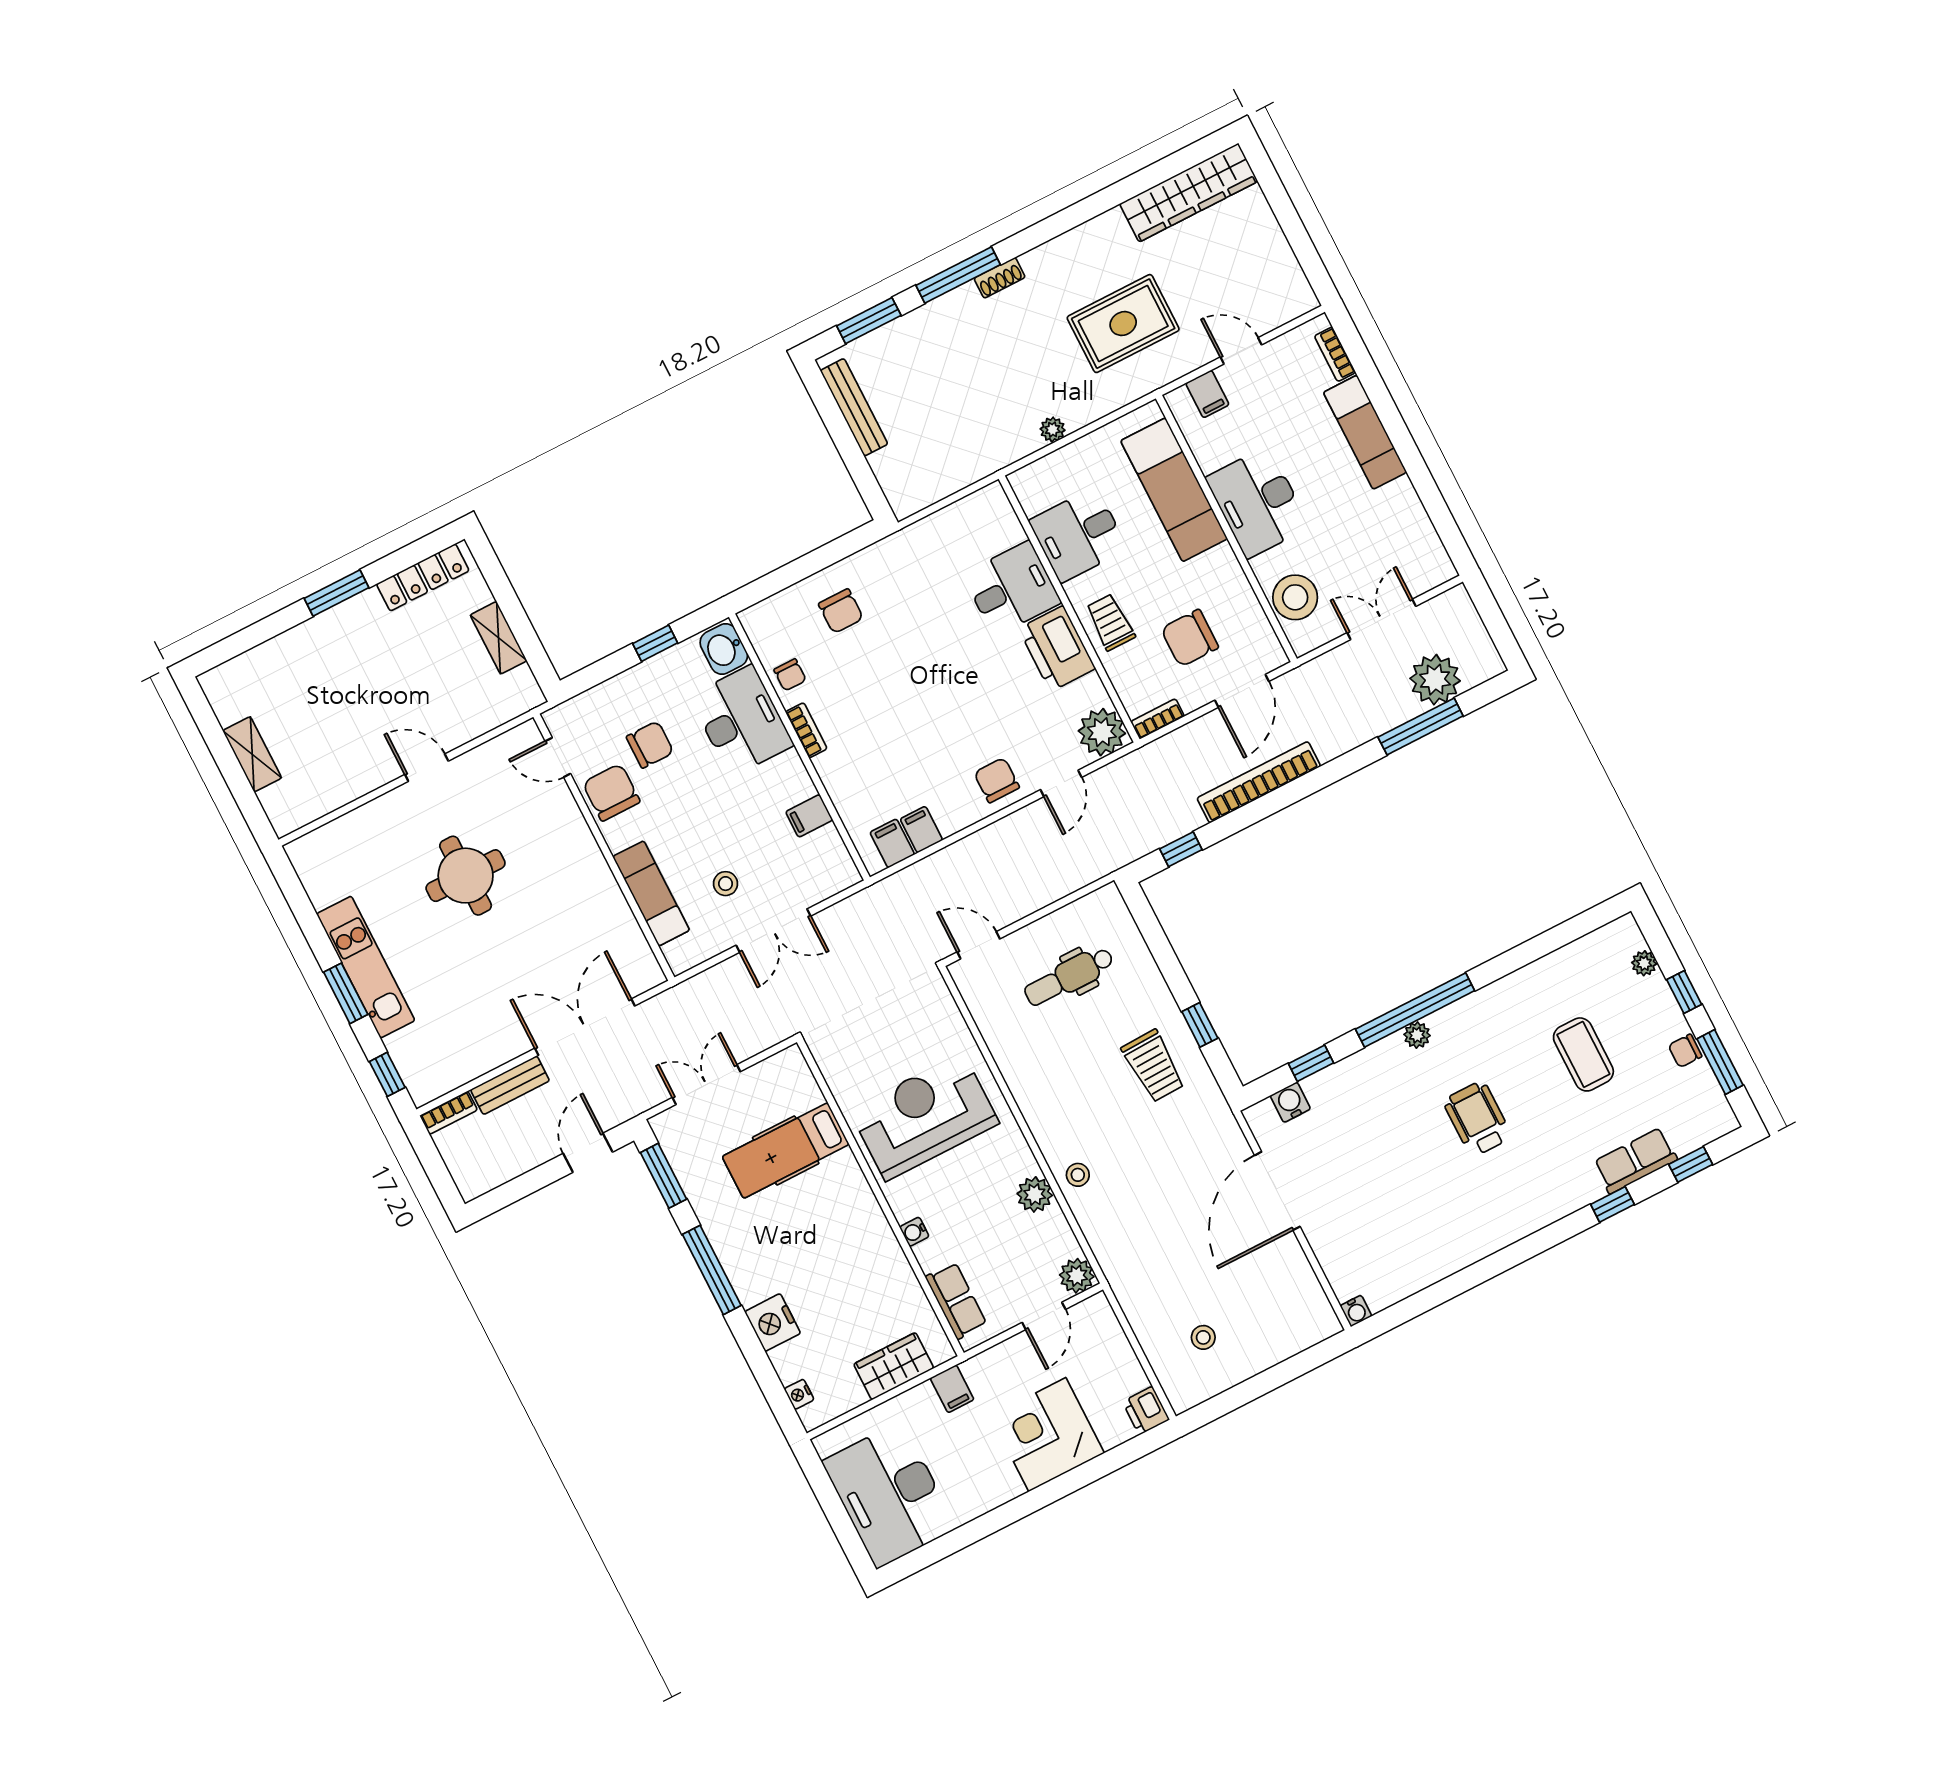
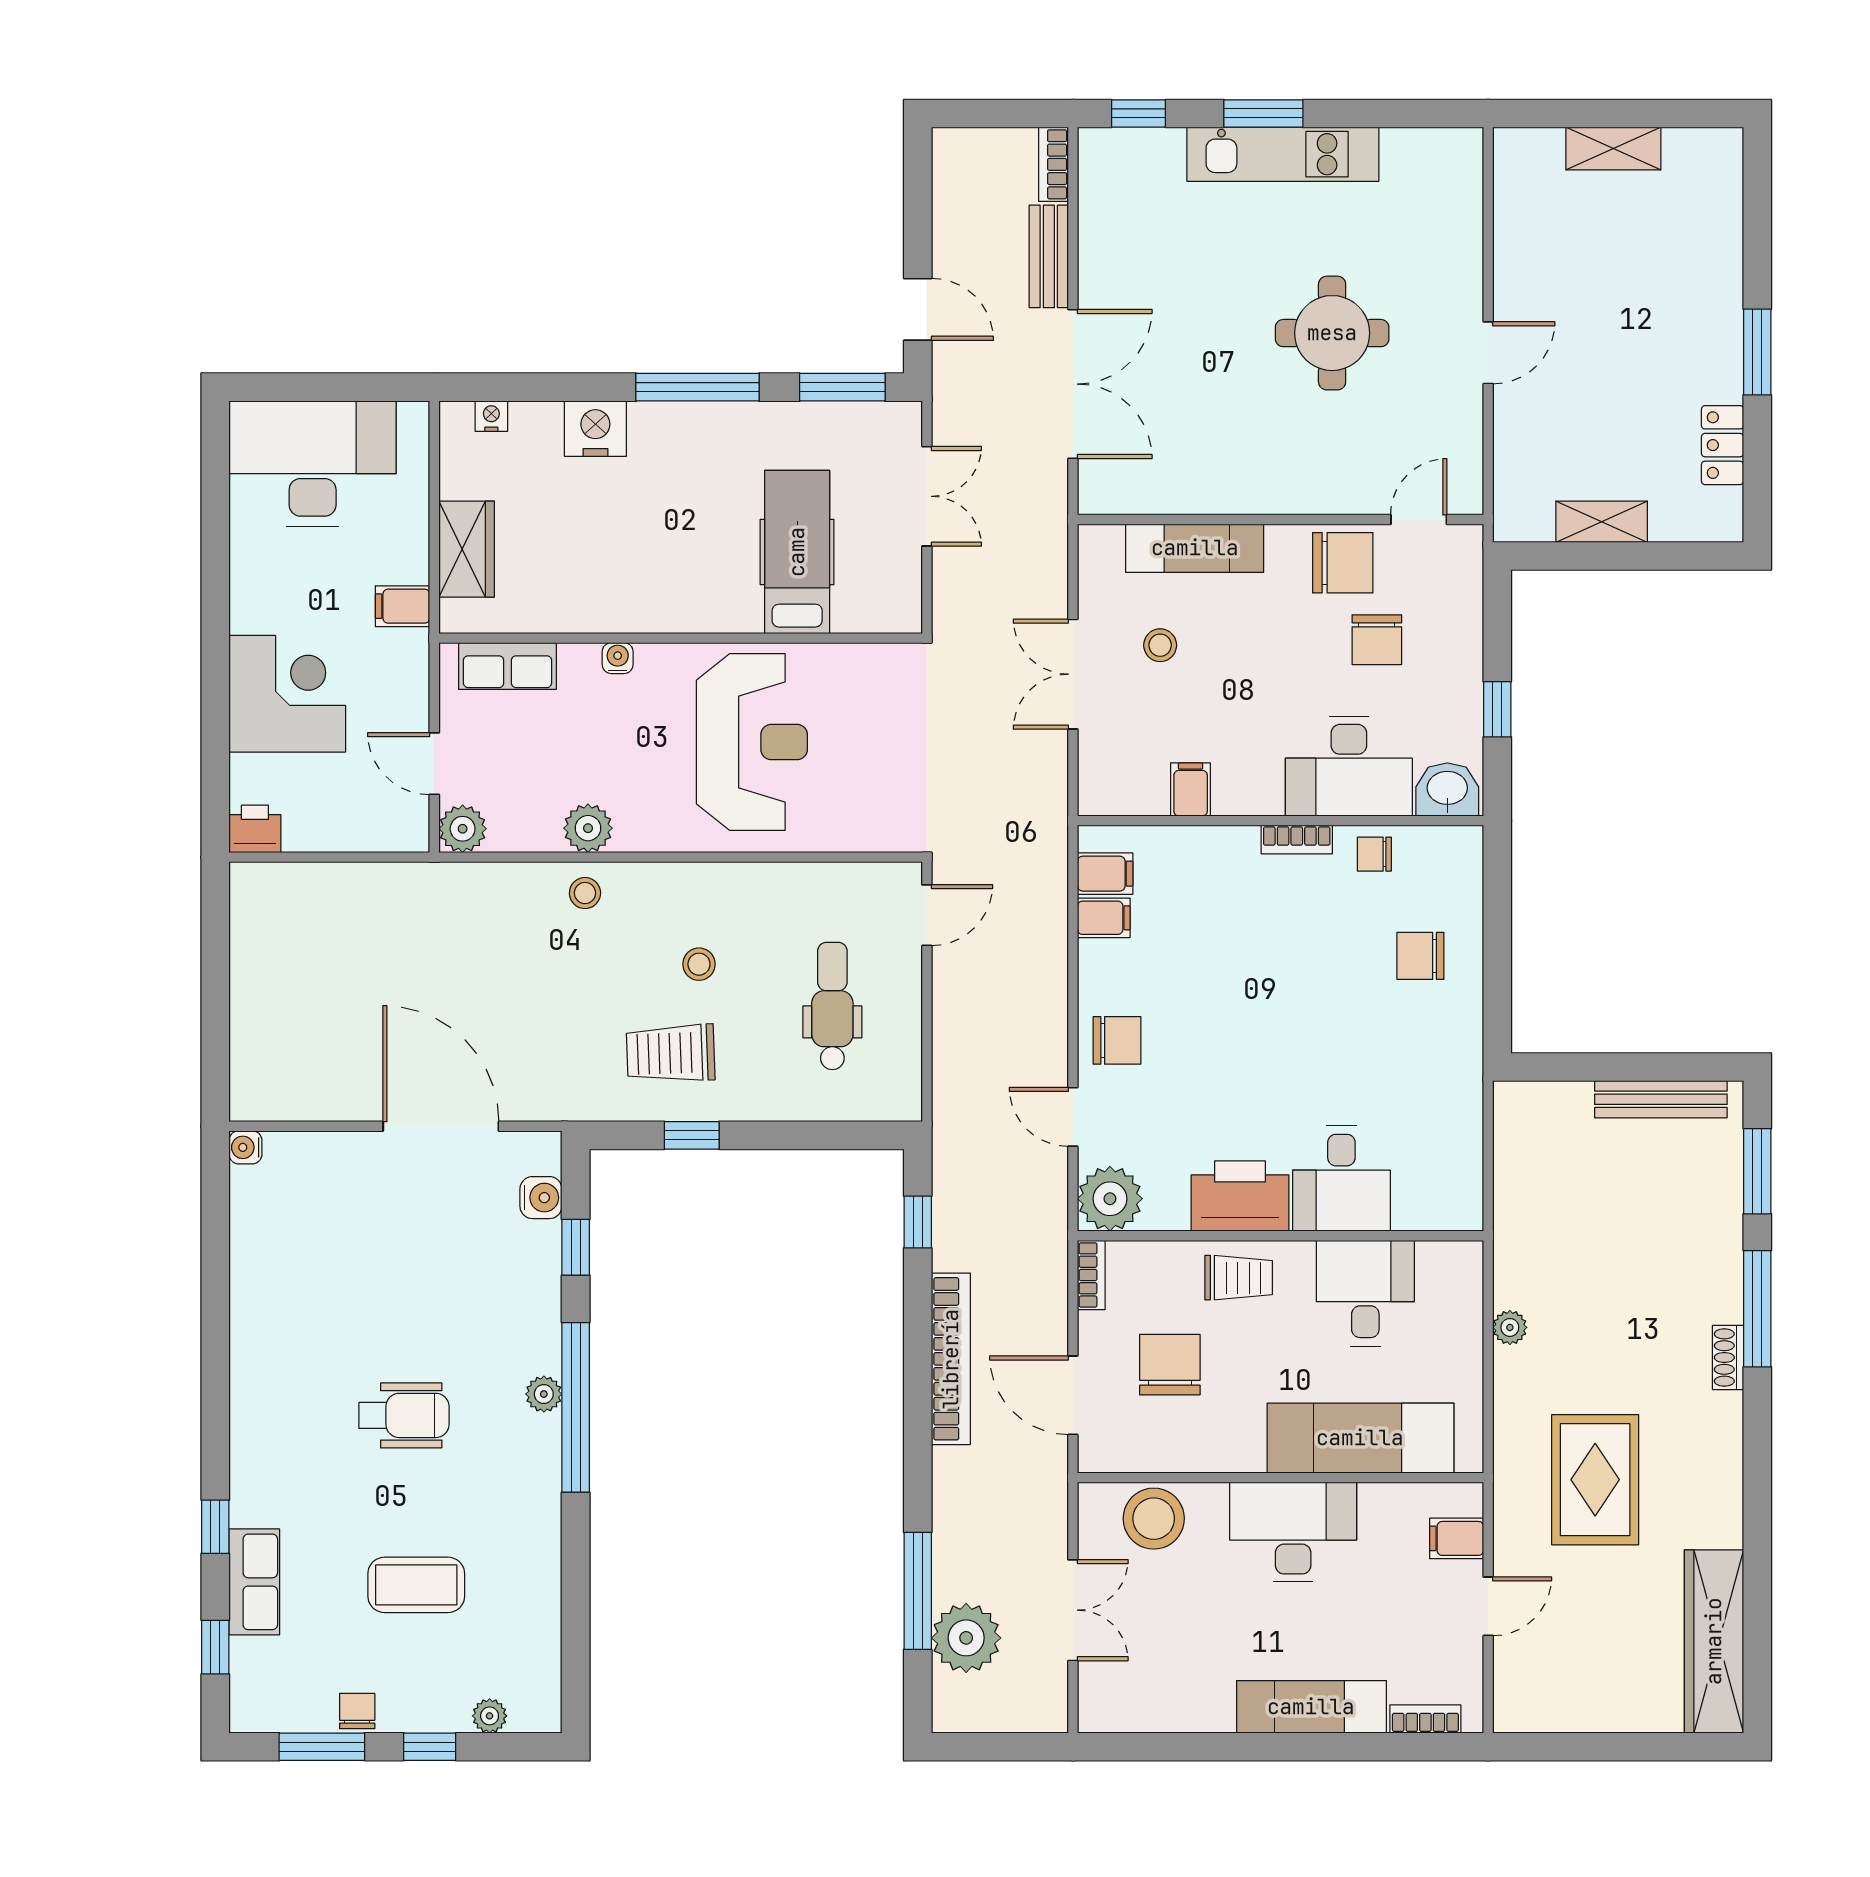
locker: (423, 577) -> (1723, 445), width x0.66
stool: (1203, 1337) -> (699, 964), moved

